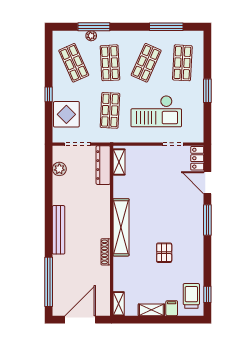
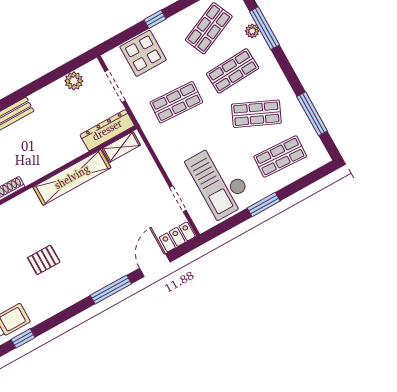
checkout: (156, 111) -> (219, 181), moved
shelving: (121, 227) -> (72, 177), moved

